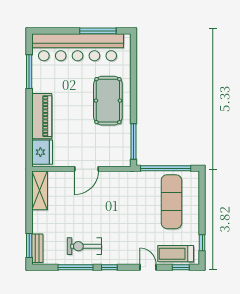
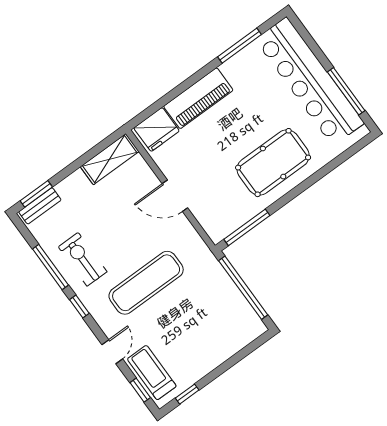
exercise mat: (171, 202) -> (146, 283), moved

